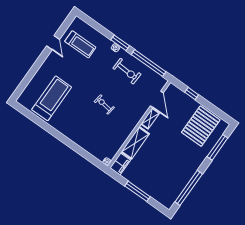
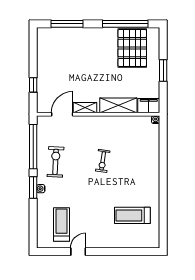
treadmill: (52, 98) -> (132, 215), width x0.73, depth x0.73
pallet: (201, 126) -> (132, 48), moved, turned 90
window: (137, 191) -> (163, 70), width x0.69

